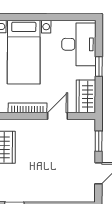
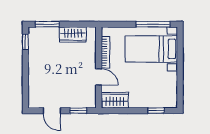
desk: (79, 44) -> (158, 94), removed
window: (99, 67) -> (156, 111), moved

